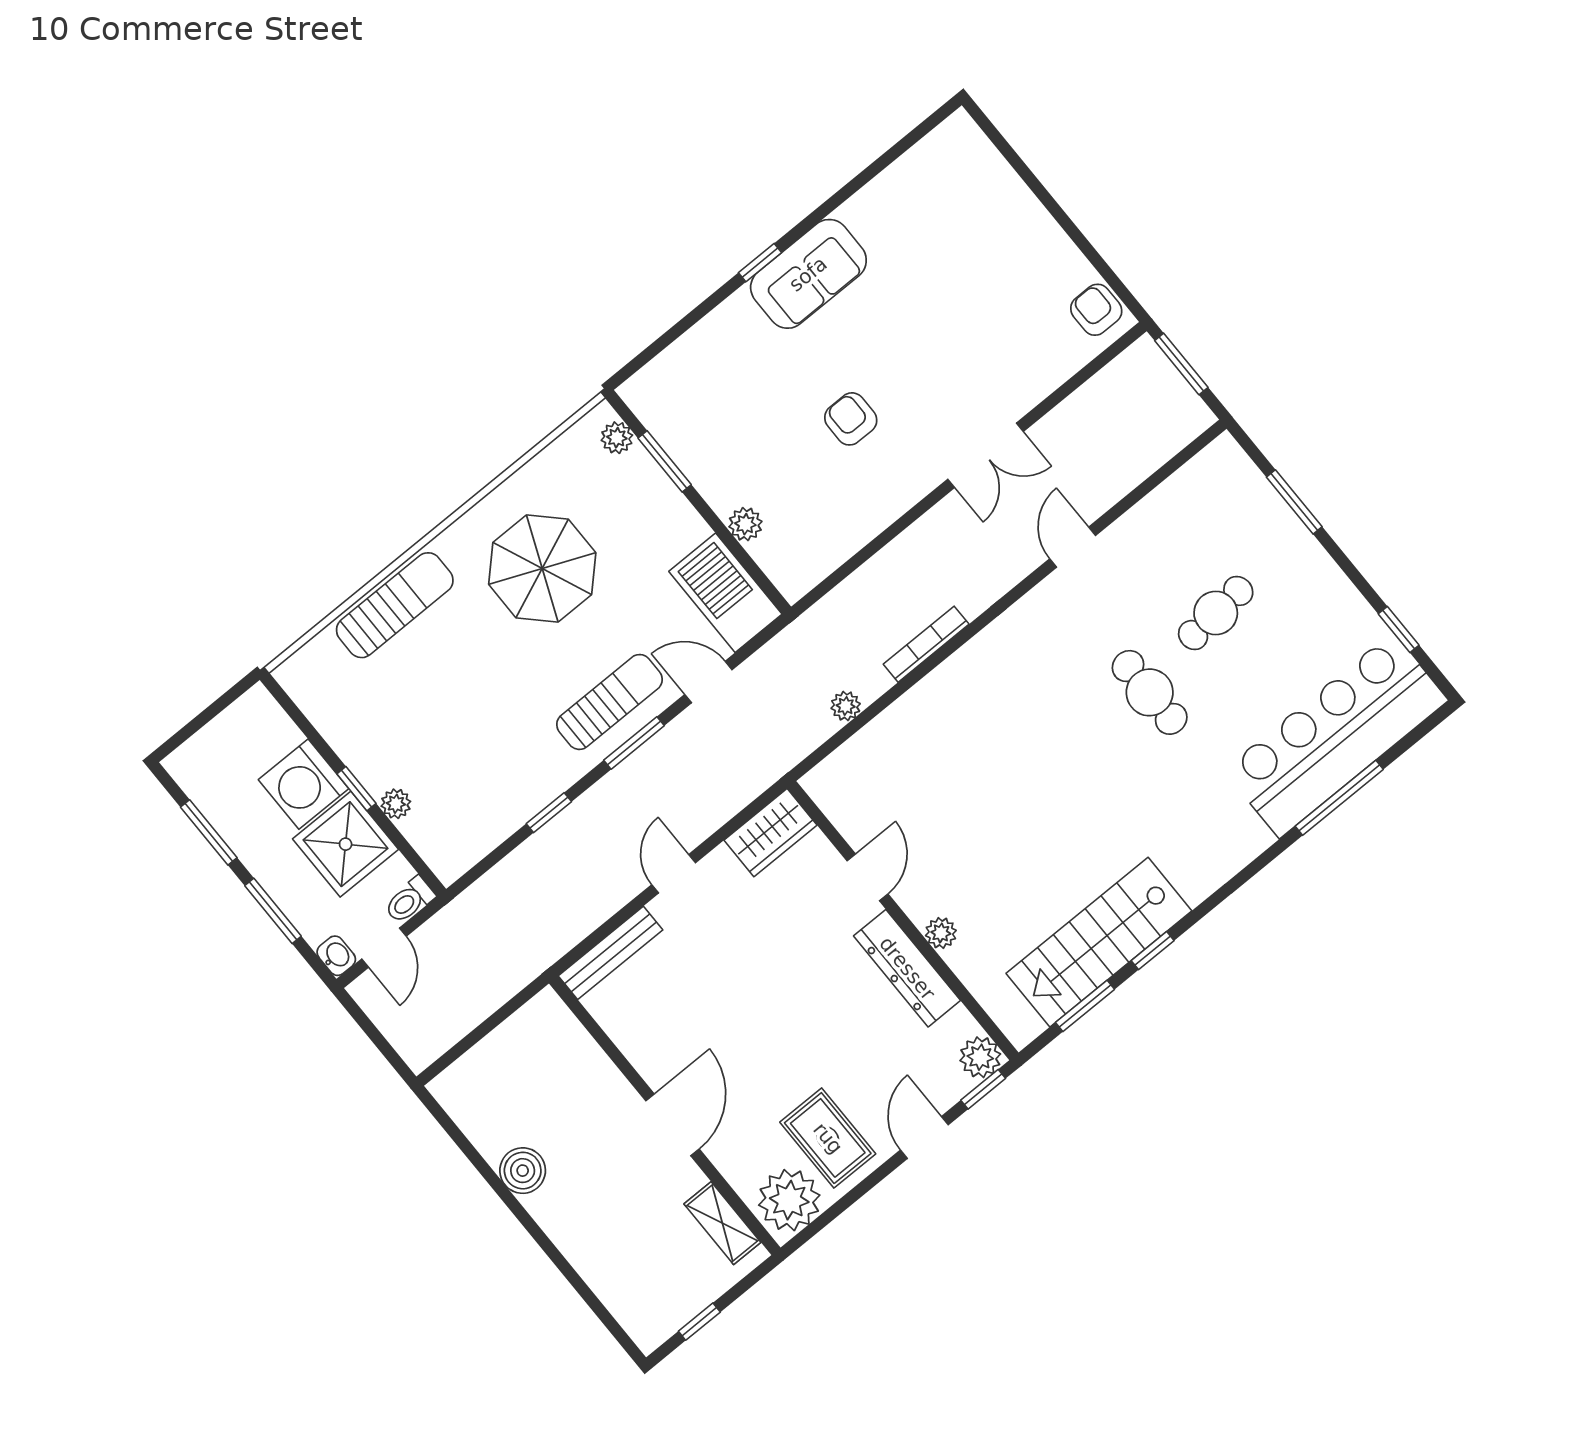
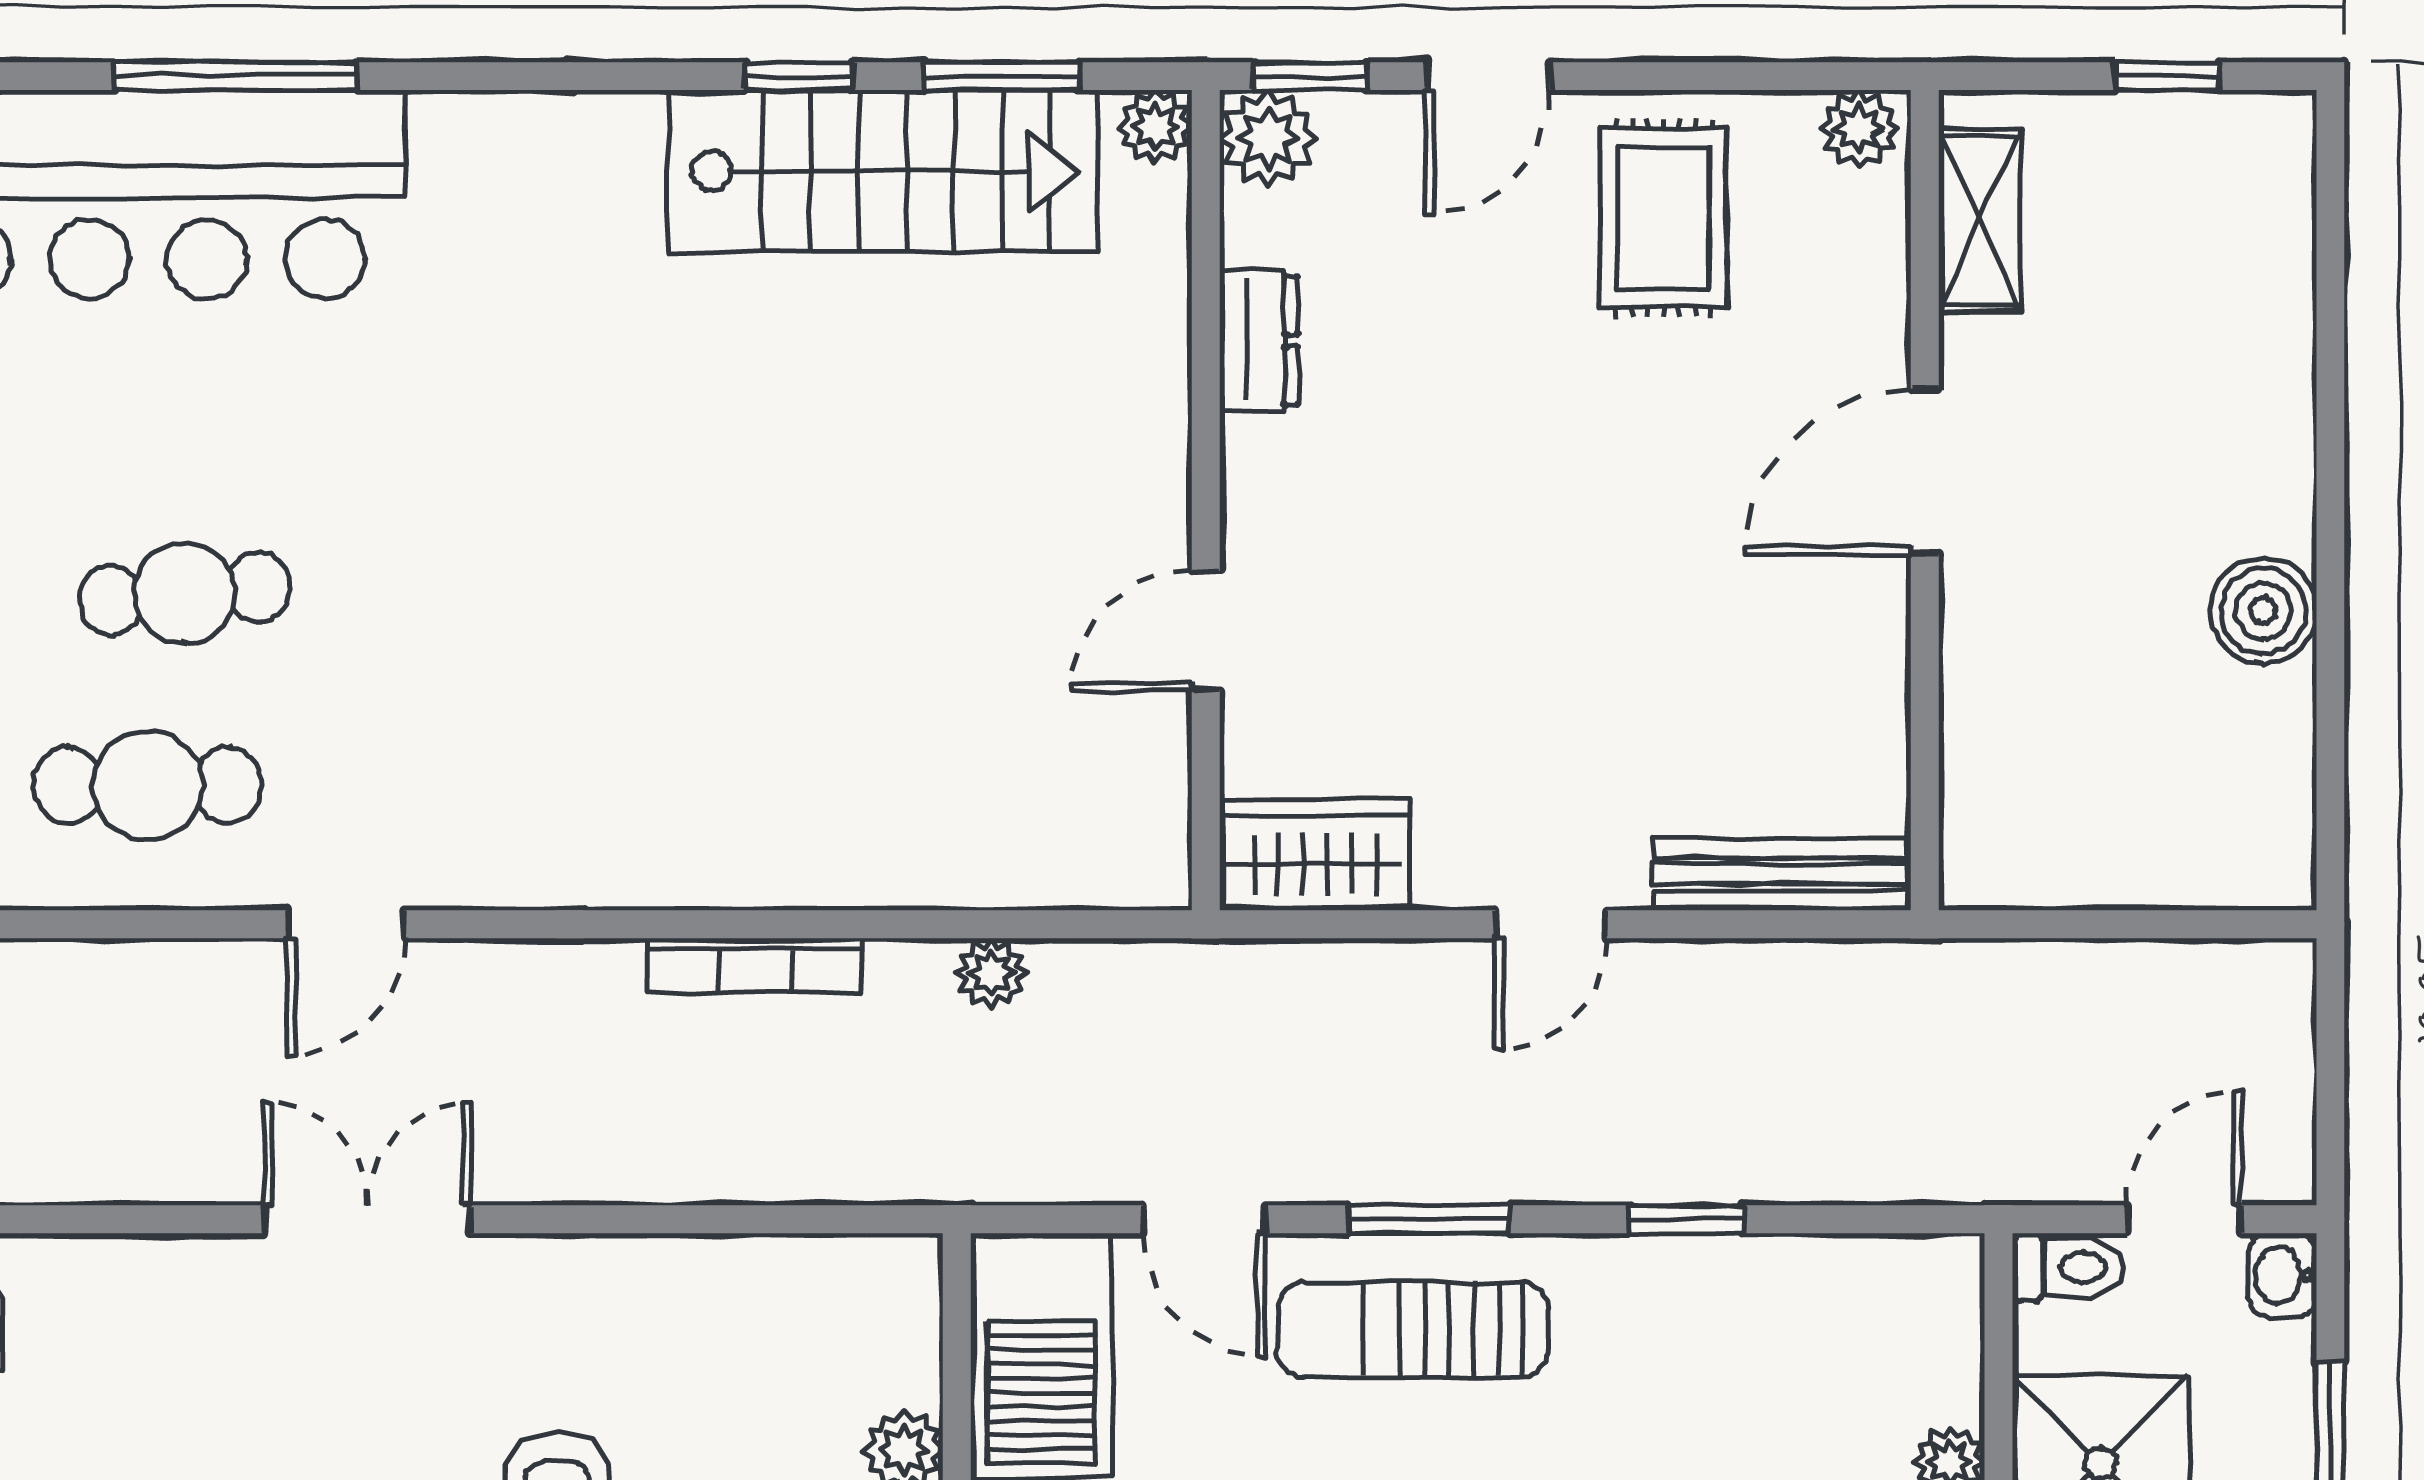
cafe table: (1150, 692) -> (148, 786), moved, turned 90
plant: (941, 933) -> (1155, 127), moved
dresser: (907, 968) -> (1259, 340), width x0.51, depth x0.80
plant: (789, 1200) -> (1859, 129), width x0.53, depth x0.53

